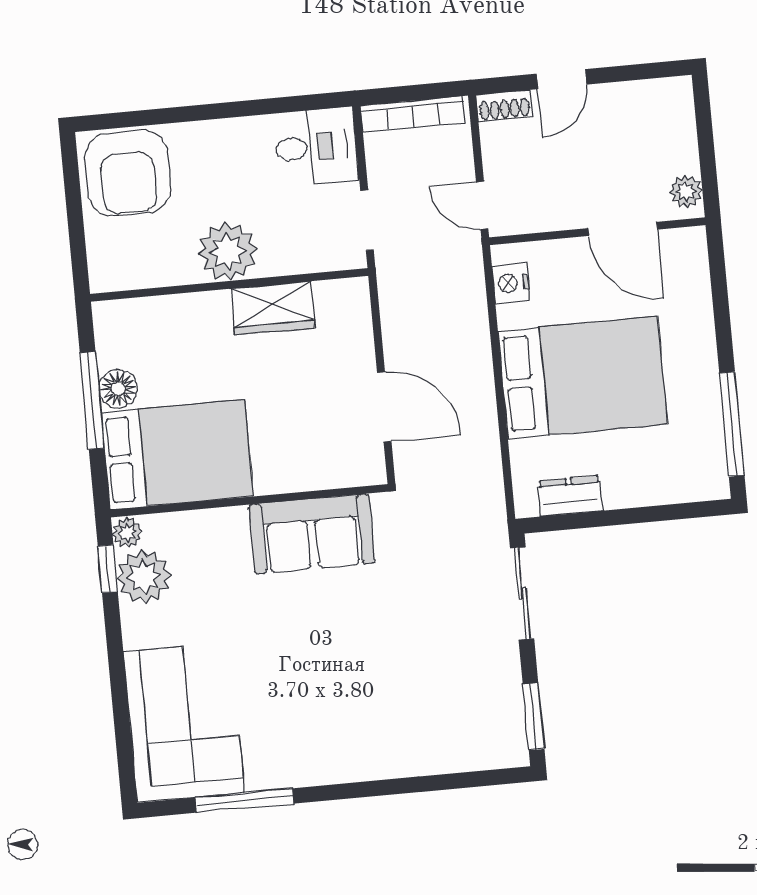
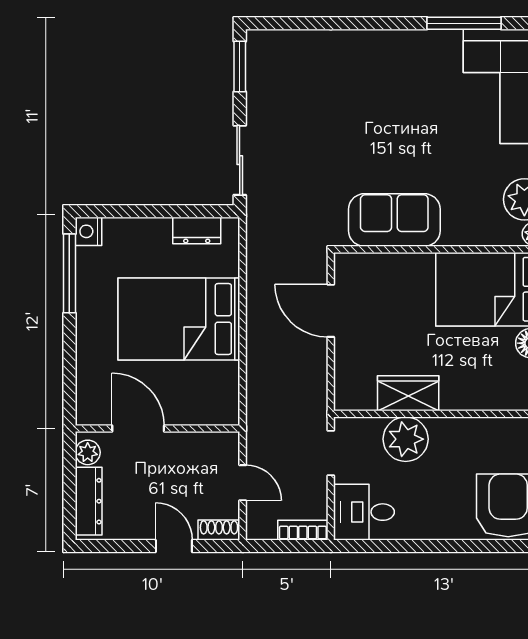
door: (562, 79) -> (174, 546), hinge flipped
bookcase: (413, 114) -> (303, 530), width x0.64
dresser: (679, 127) -> (89, 501), added
door: (482, 205) -> (243, 483), moved
plant: (228, 251) -> (406, 439), moved
nightstand: (511, 283) -> (88, 231), moved, turned 180

